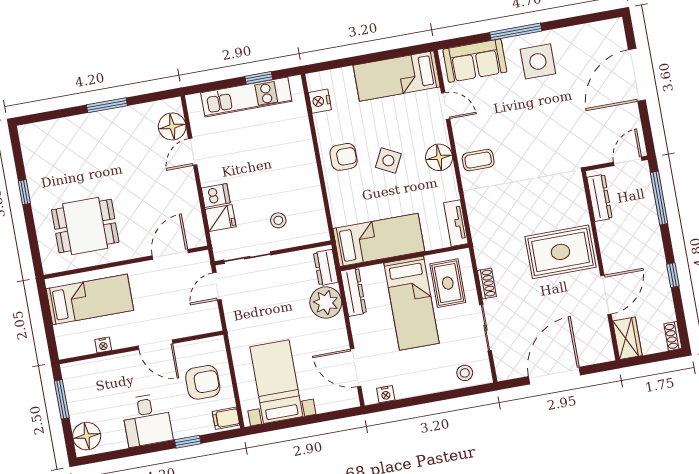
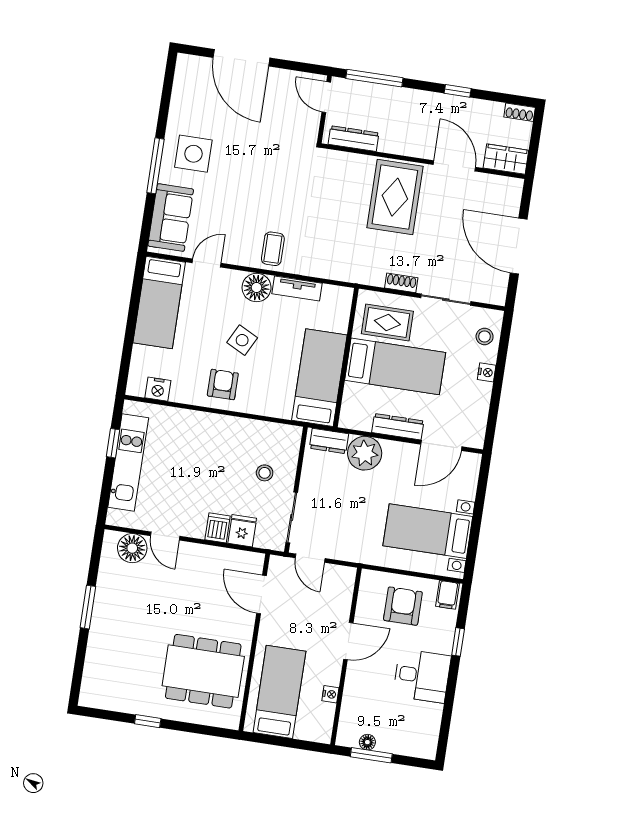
tv unit: (456, 223) -> (297, 288), moved
dining table: (85, 226) -> (203, 671), width x1.38
dresser: (353, 292) -> (398, 427), moved
nightstand: (386, 394) -> (487, 372), moved
floor lamp: (87, 436) -> (367, 742), moved, width x0.53, depth x0.53

